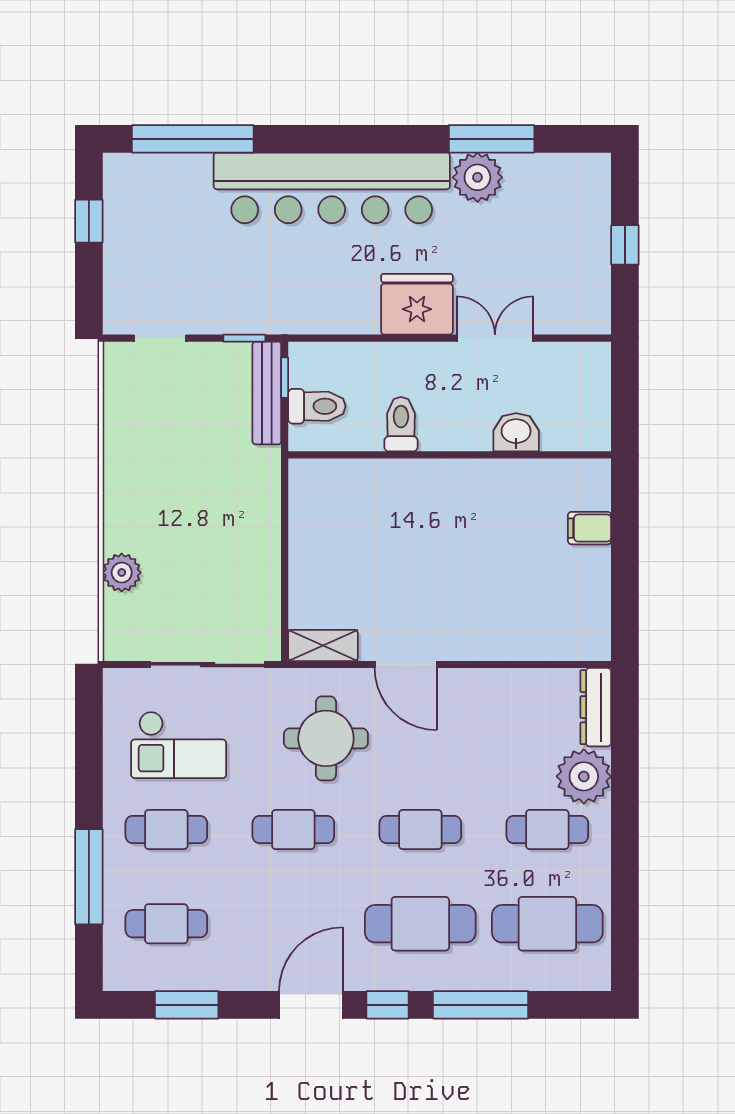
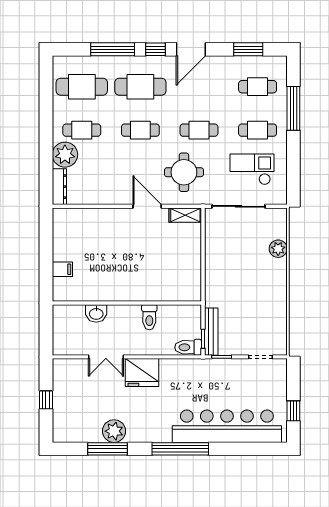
window: (193, 139) -> (180, 449), moved
bar counter: (332, 188) -> (227, 426), moved
toilet: (317, 406) -> (188, 347), moved

